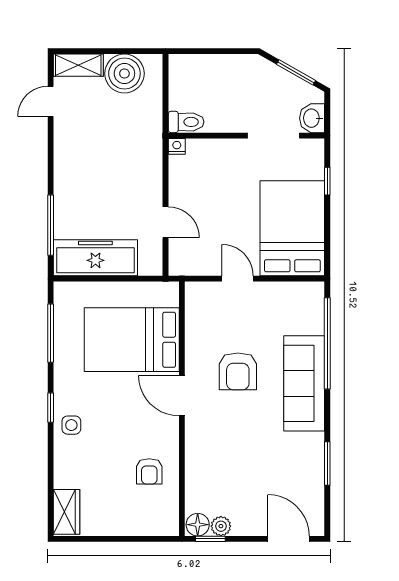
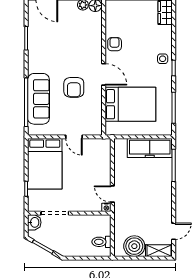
toilet: (186, 122) -> (101, 242), moved
door: (165, 222) -> (112, 194), moved
armchair: (238, 371) -> (74, 87), turned 180
sofa: (304, 383) -> (38, 99), moved
armchair: (149, 471) -> (115, 44), moved

